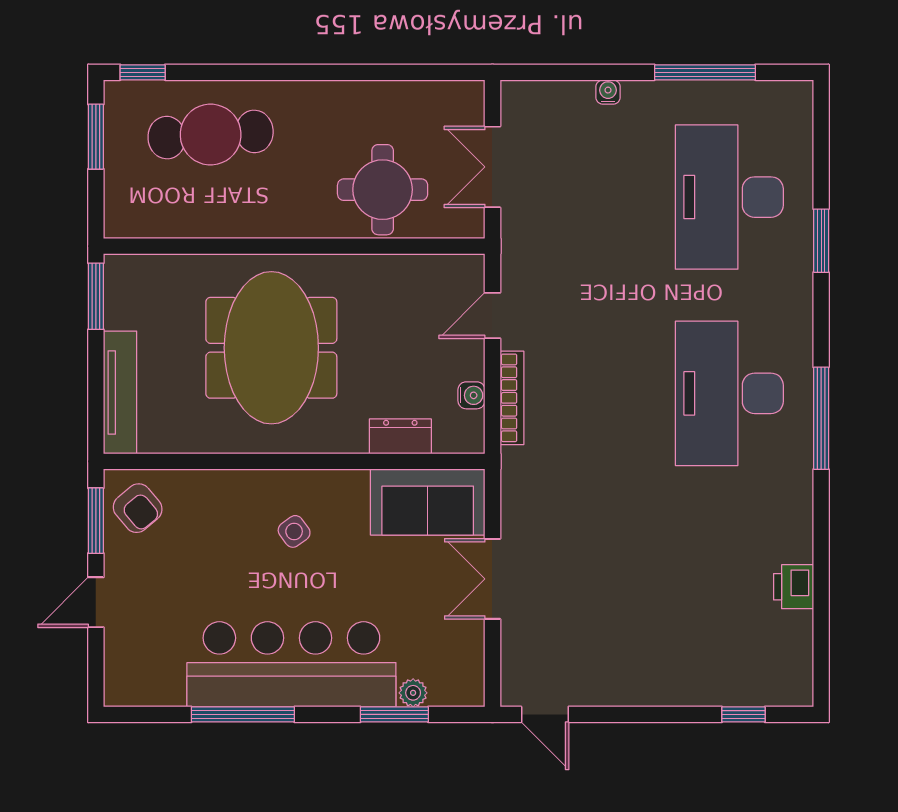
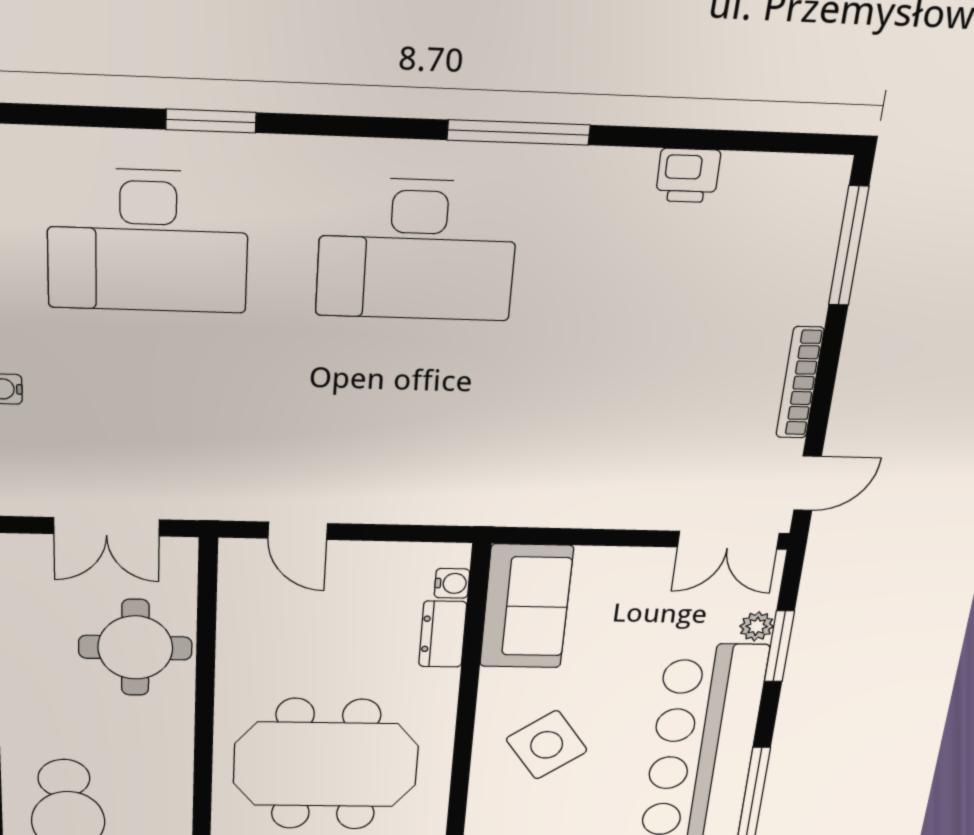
water cooler: (471, 395) -> (452, 583), moved, turned 90
bookcase: (512, 398) -> (800, 383), moved, turned -90
window: (821, 418) -> (519, 132), moved
side table: (294, 531) -> (547, 745), width x1.87, depth x1.87
double door: (492, 579) -> (728, 540), moved
window: (743, 714) -> (849, 246), width x2.17

